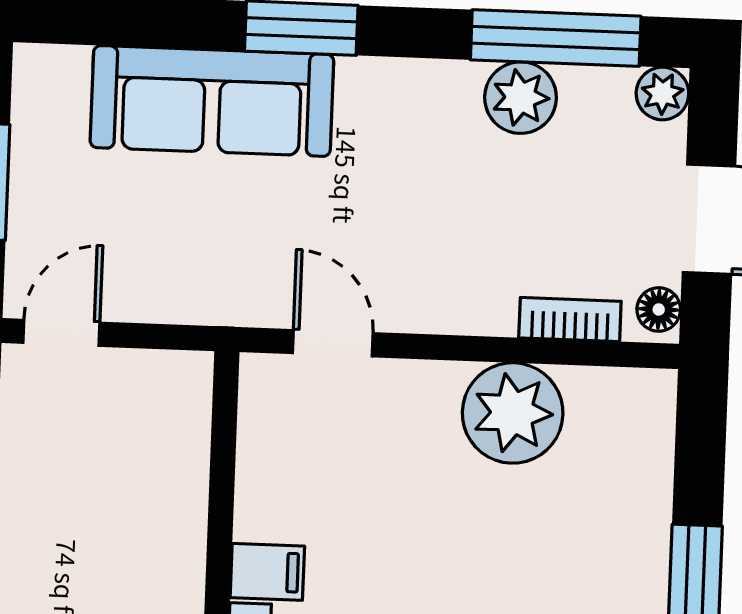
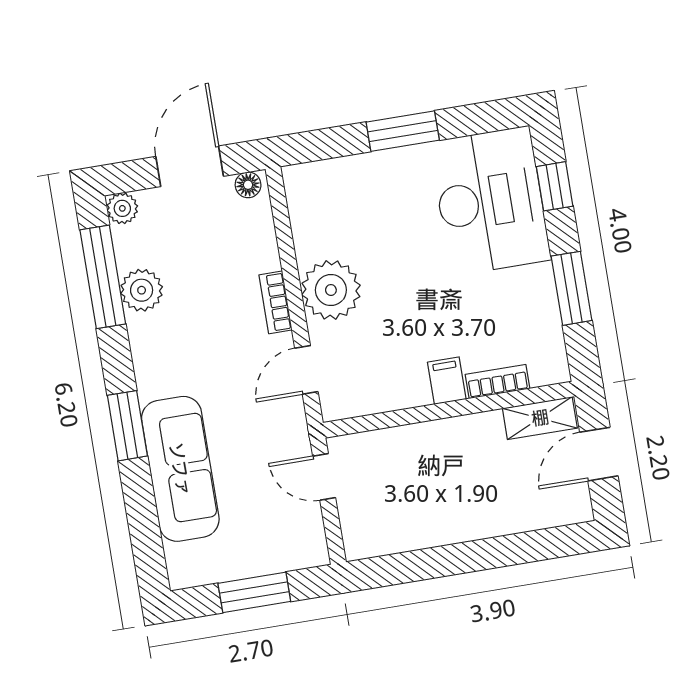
bookcase: (570, 320) -> (276, 302), moved
door: (61, 333) -> (324, 477), moved
plant: (513, 413) -> (331, 290), moved

